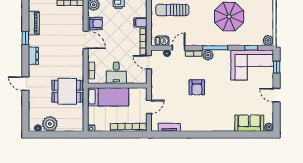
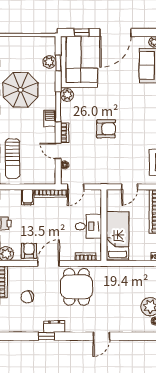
chair: (58, 22) -> (27, 297), added
piano: (34, 23) -> (28, 326), removed
plant: (268, 40) -> (49, 62), moved
barbecue: (162, 41) -> (50, 118), moved
plant: (208, 55) -> (67, 95), moved
dresser: (33, 56) -> (54, 327), moved
dining table: (67, 91) -> (77, 287), moved
door: (277, 95) -> (115, 33), width x1.88
door: (149, 107) -> (130, 187), swing flipped

